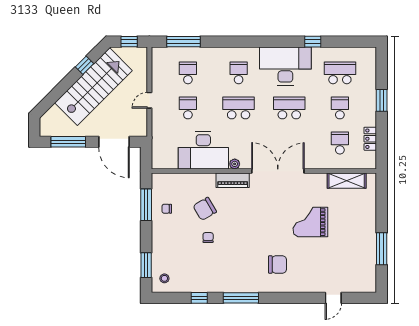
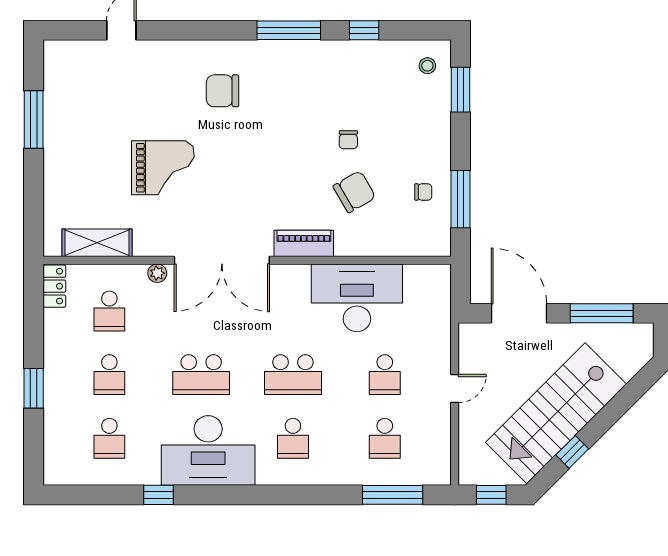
school desk: (340, 73) -> (109, 438), width x0.54
locker: (370, 139) -> (54, 286), moved
plant: (235, 164) -> (157, 273), moved

